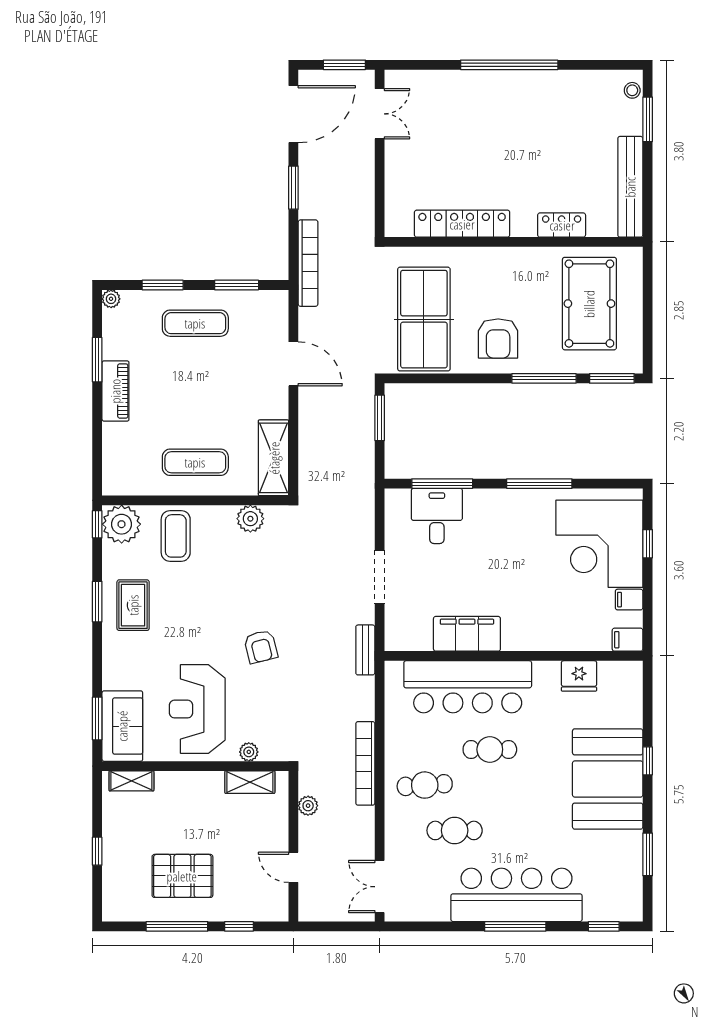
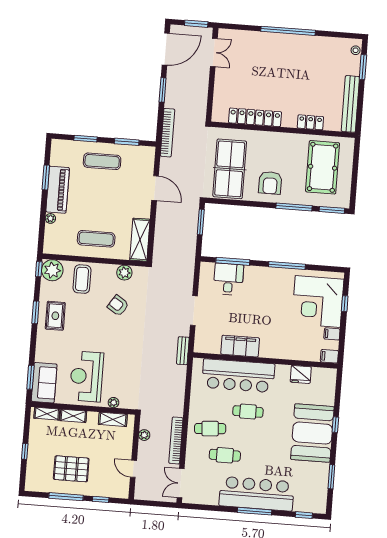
plant: (111, 299) -> (50, 218), moved
piano: (115, 391) -> (58, 190), width x1.37, depth x1.33
armchair: (261, 647) -> (118, 306), moved, turned 137
bookcase: (365, 763) -> (176, 440), moved
shelving: (179, 781) -> (73, 416), added

